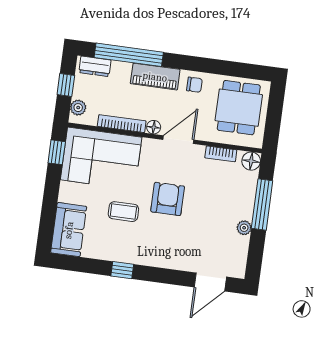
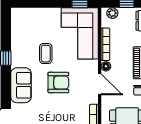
sofa: (69, 230) -> (21, 85), moved, turned -90

